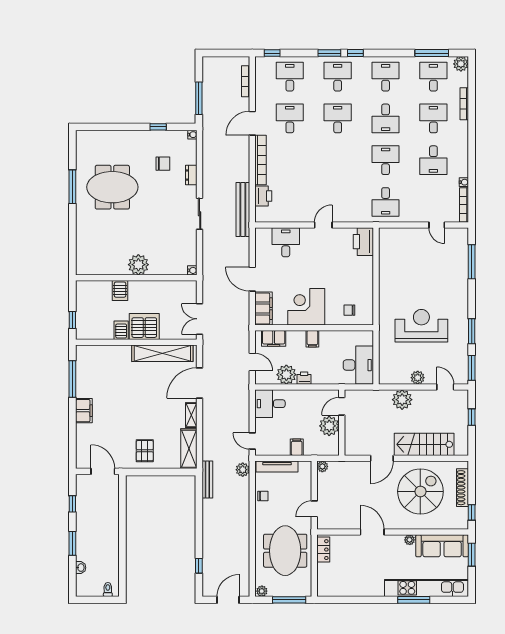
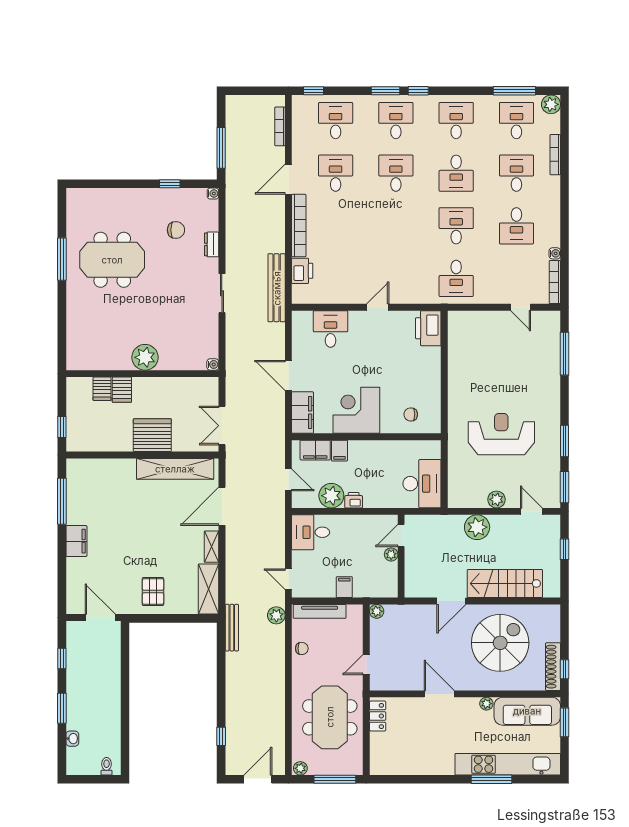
server rack: (121, 330) -> (102, 389), moved, turned 180
filing cabinet: (312, 339) -> (339, 451), moved
plant: (329, 426) -> (391, 554), width x0.53, depth x0.53
shoe rack: (462, 488) -> (553, 667), moved

